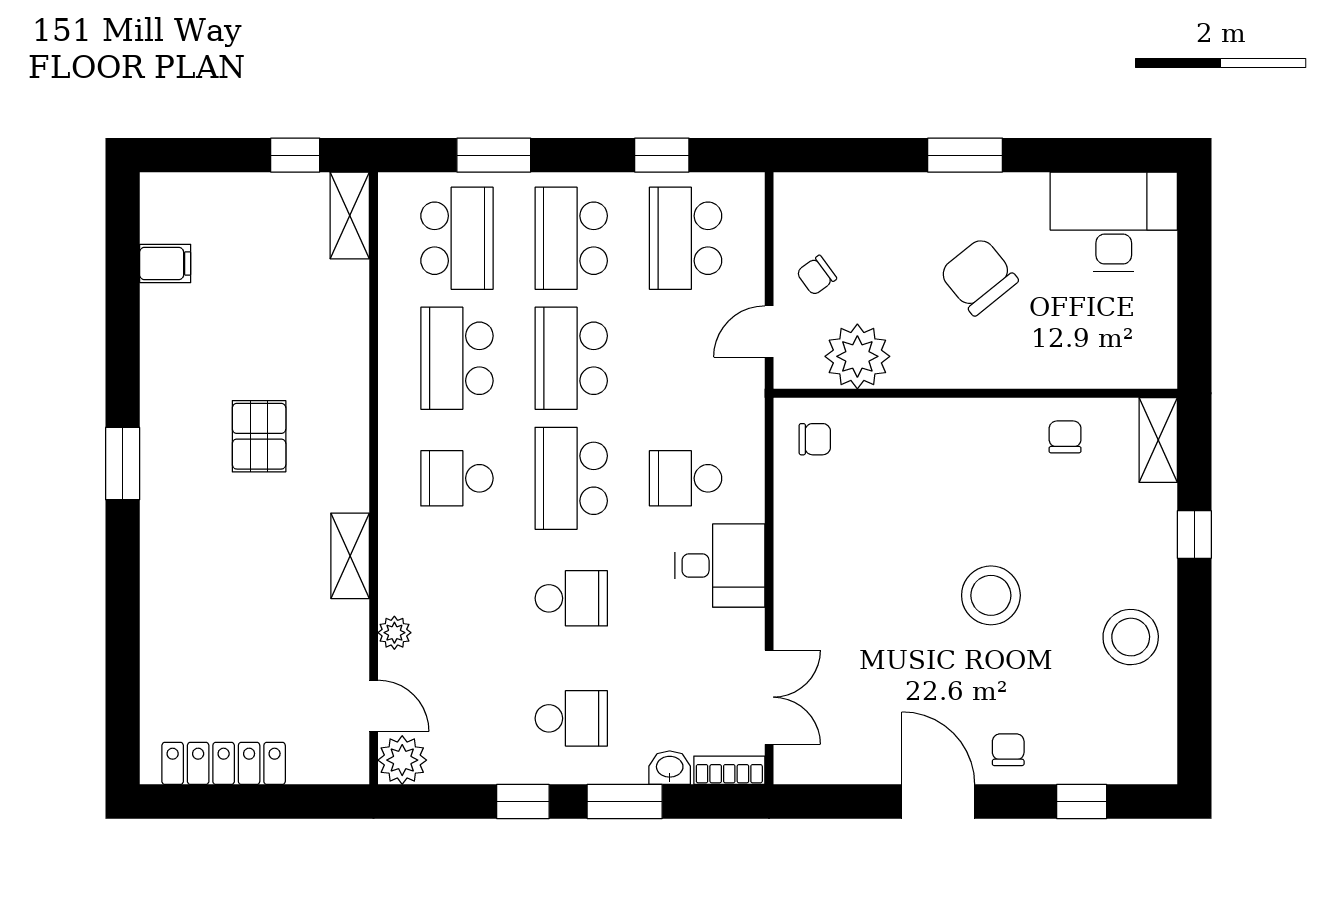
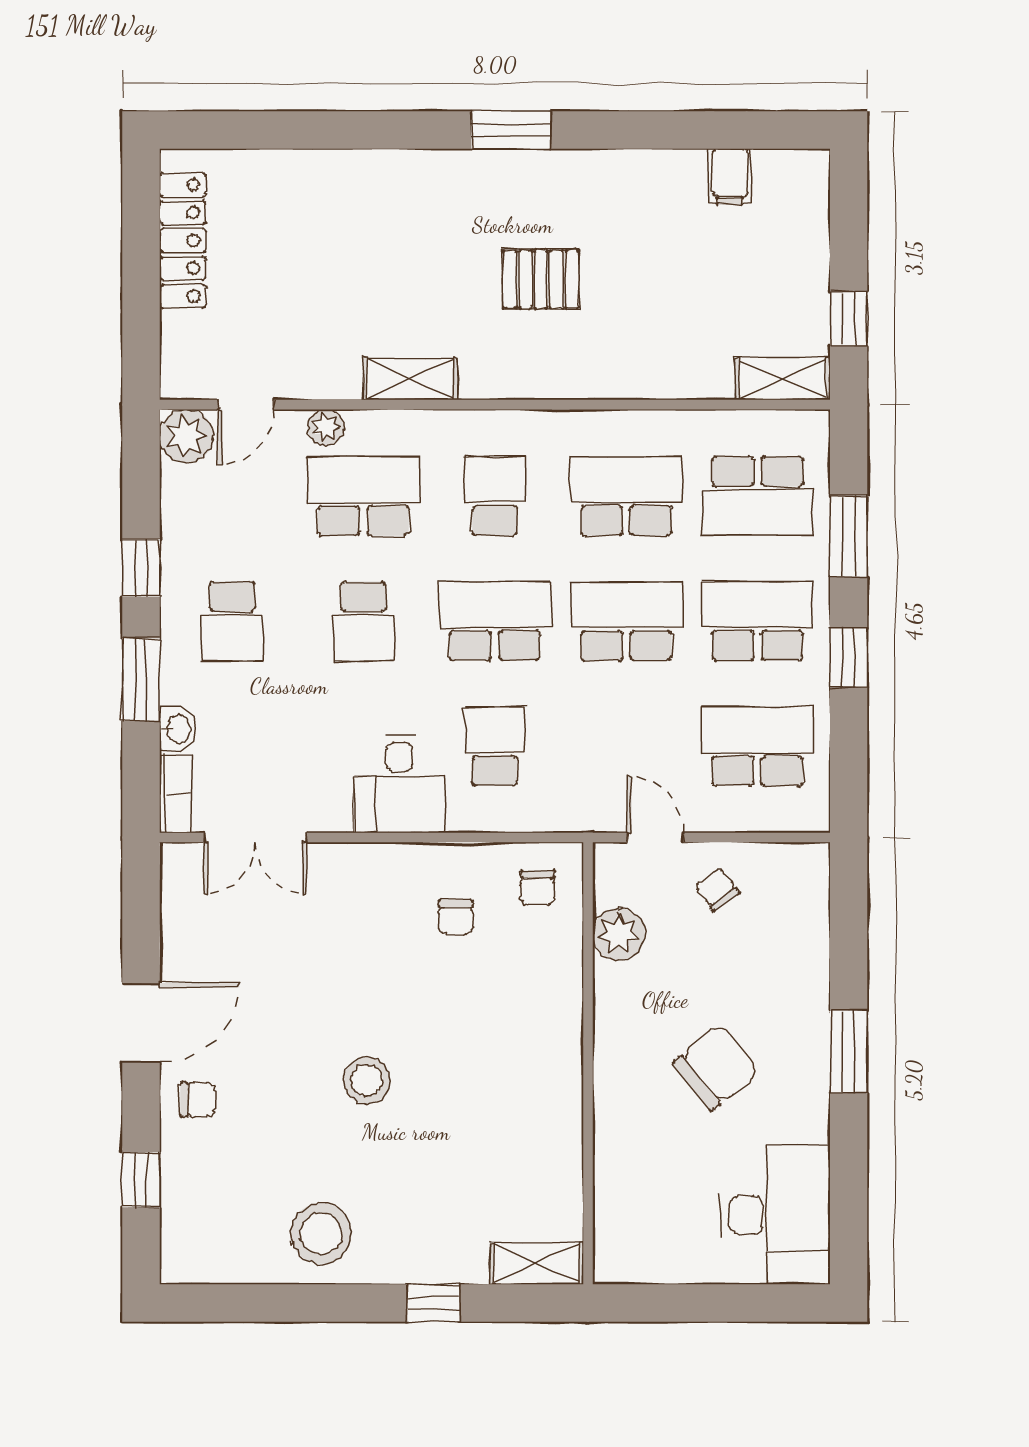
window: (662, 155) -> (849, 657), moved
plant: (857, 356) -> (619, 934), width x0.73, depth x0.73
chair: (1065, 437) -> (456, 917), moved, turned 90
stool: (991, 595) -> (367, 1080), width x0.73, depth x0.73
school desk: (457, 598) -> (363, 496), added

